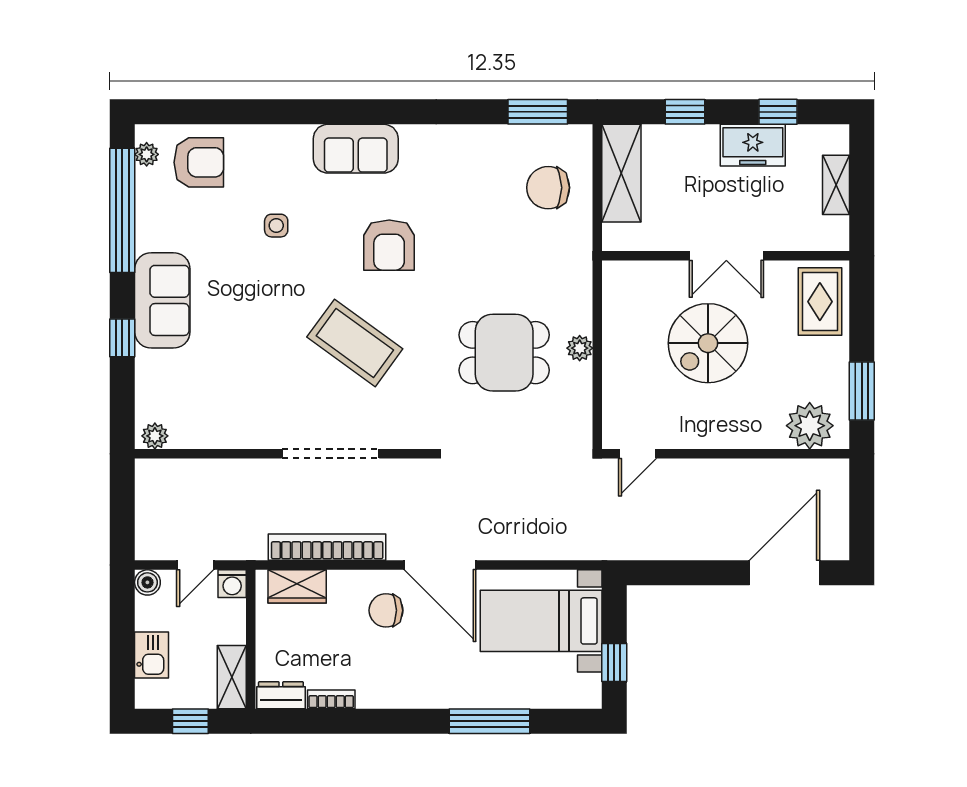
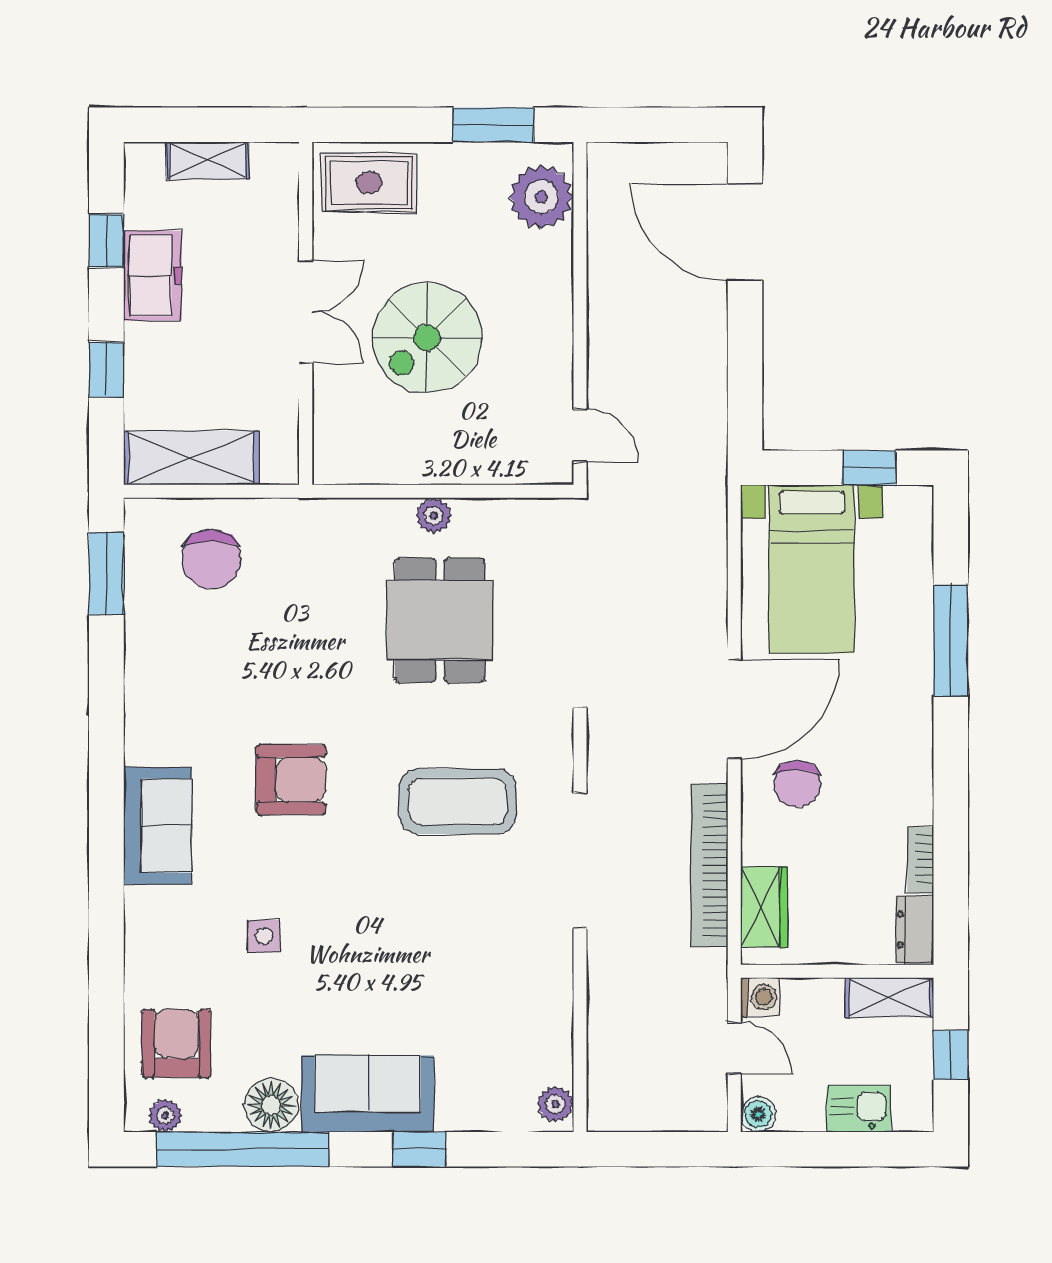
floor lamp: (154, 231) -> (271, 1105), added
coffee table: (355, 343) -> (458, 801), moved, turned 54
spiral stairs: (708, 343) -> (427, 338), turned 90

